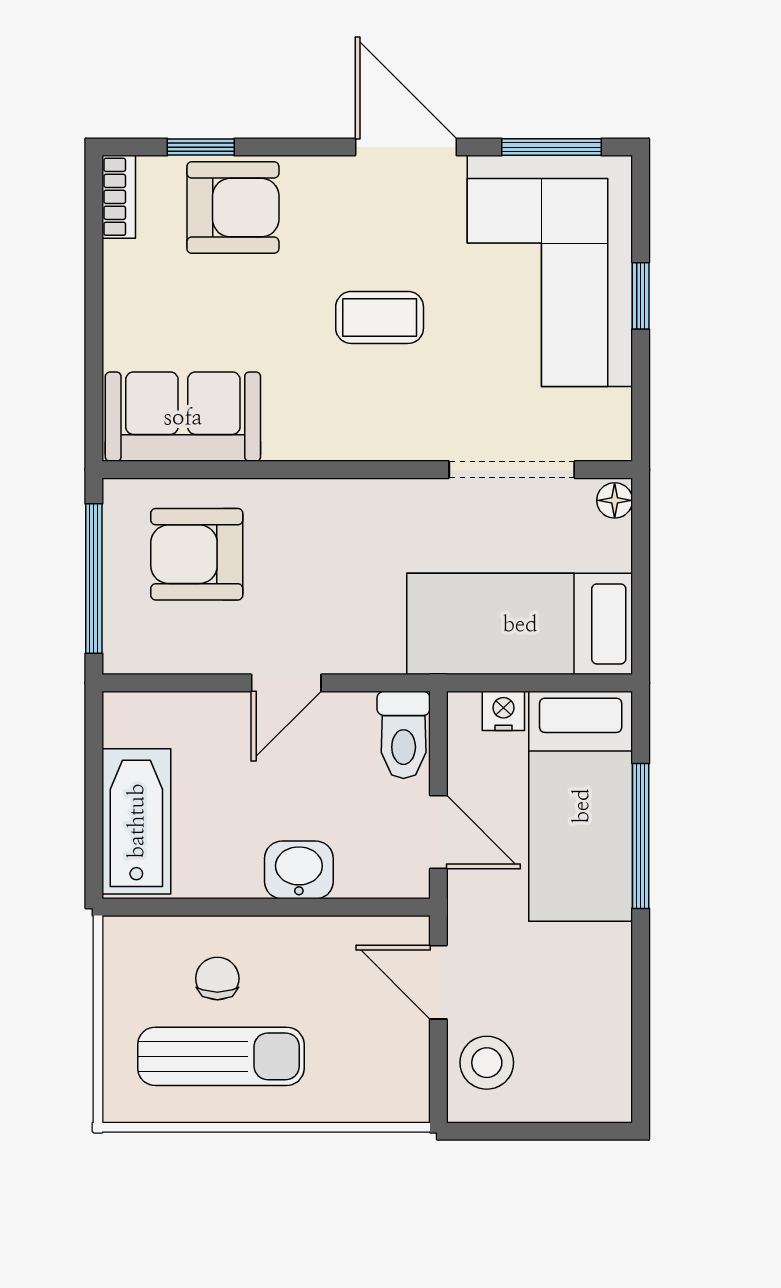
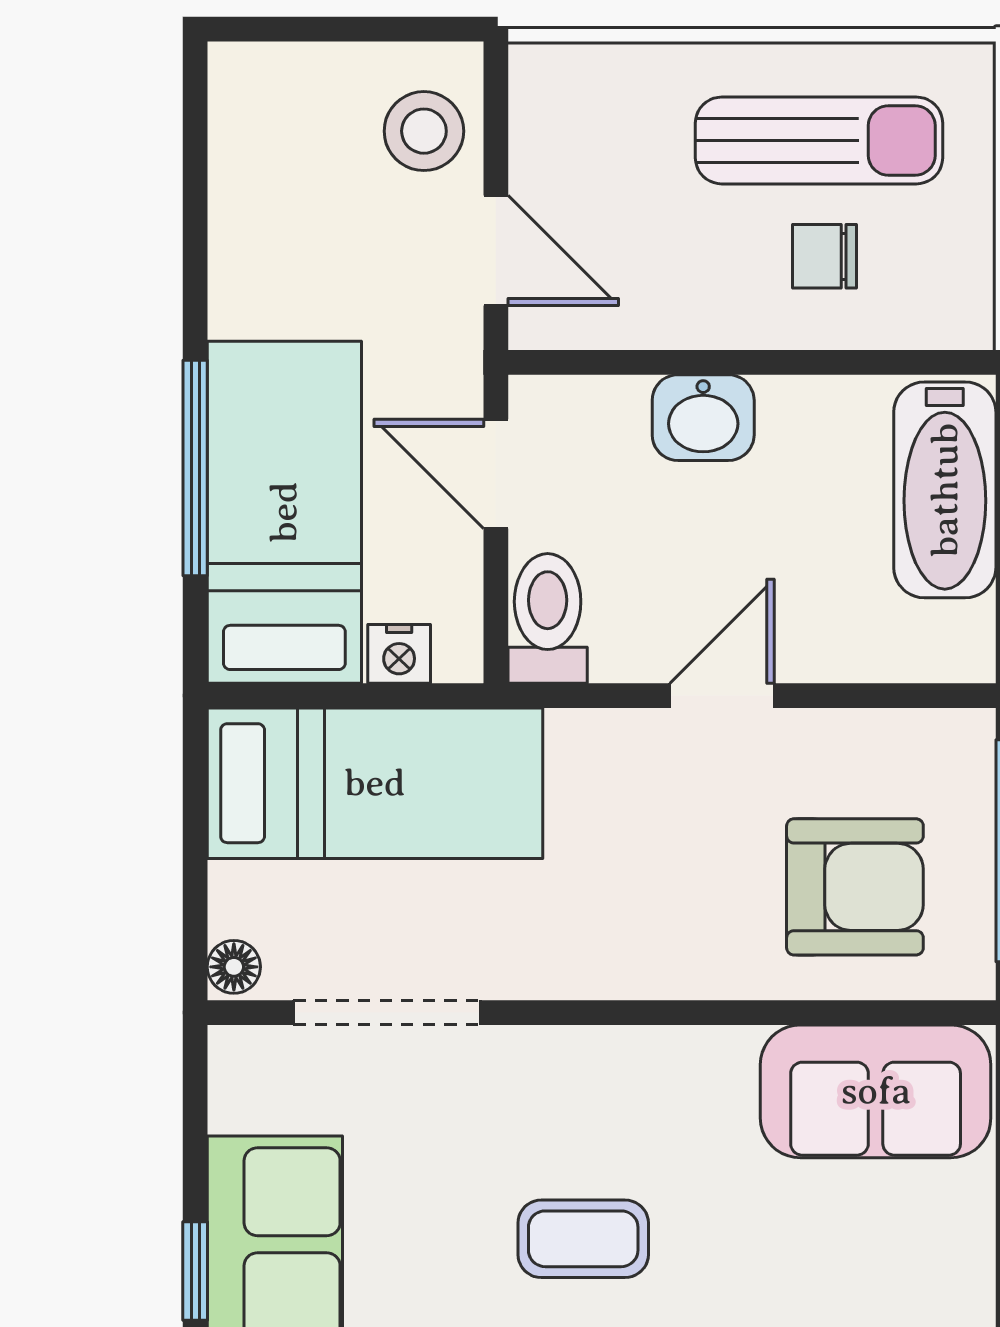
chair: (217, 978) -> (824, 256), turned 90
sun lounger: (221, 1056) -> (819, 140), turned 180

